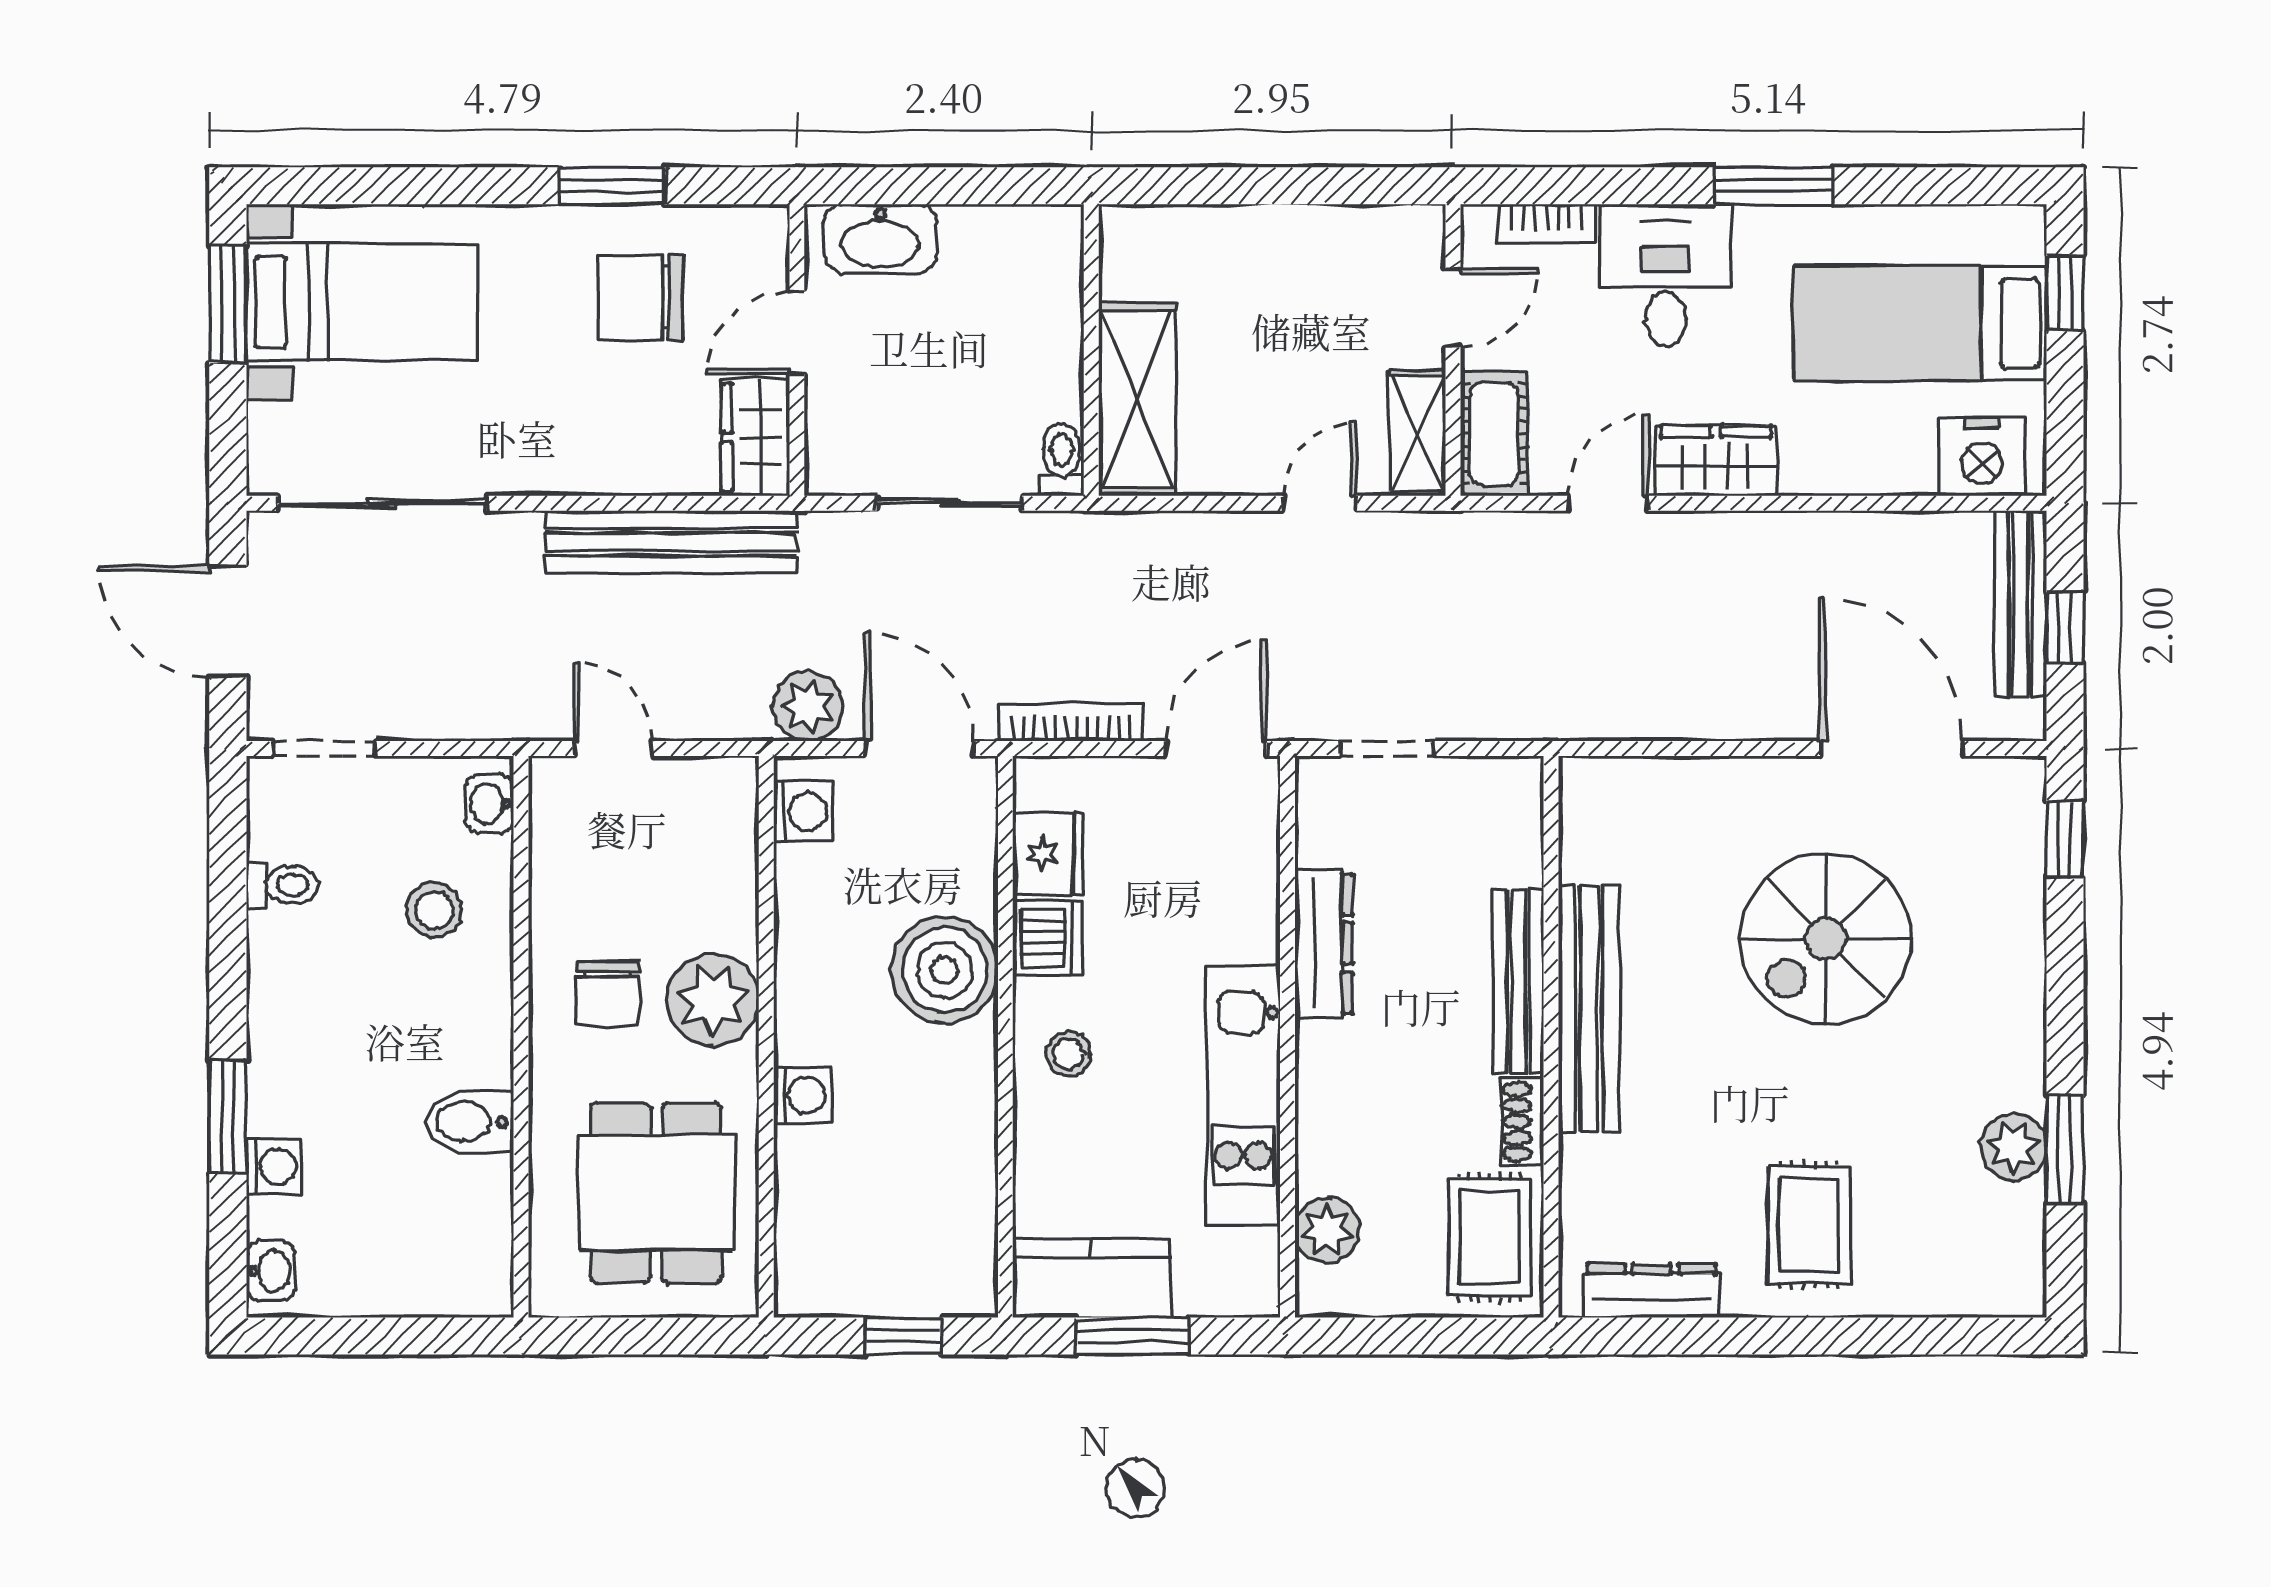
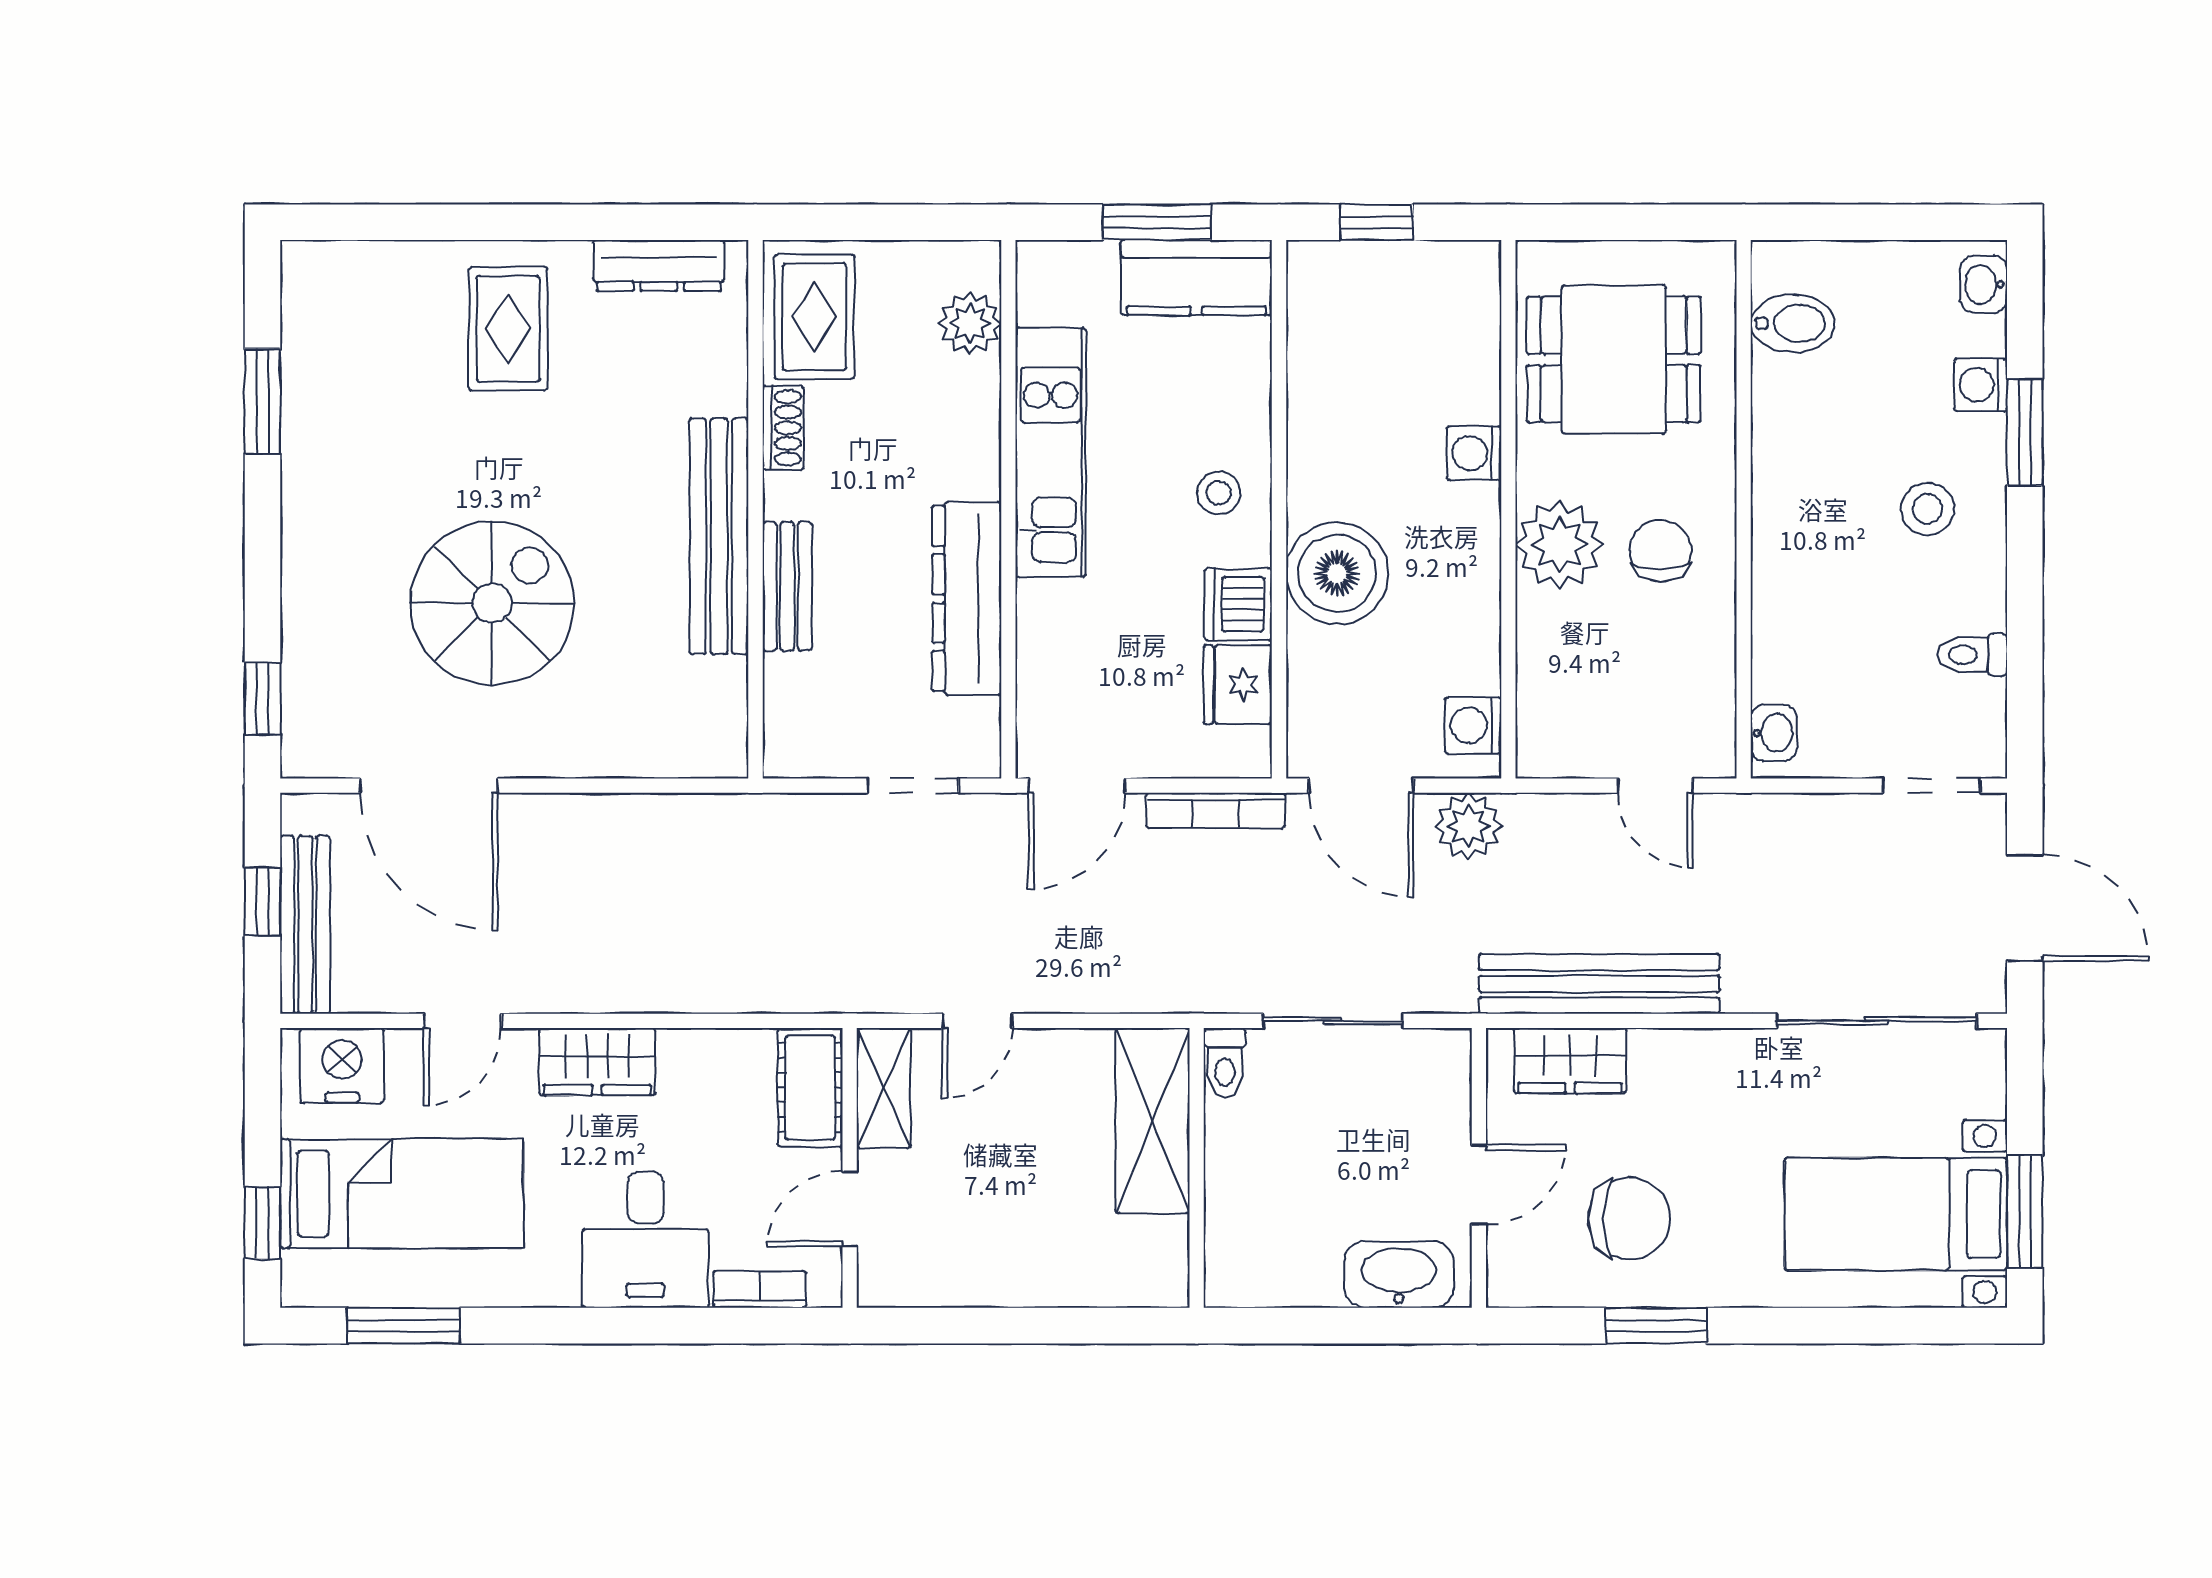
window: (1774, 186) -> (404, 1326), moved
wardrobe: (756, 437) -> (1570, 1061), moved, turned 90
door: (1608, 503) -> (463, 1021), moved
stool: (434, 910) -> (1927, 509), moved
dresser: (1324, 944) -> (967, 599), width x1.37, depth x1.24
bench: (1518, 981) -> (787, 586), width x0.73
bidet: (470, 1122) -> (1793, 323), moved
plant: (2013, 1147) -> (312, 403), removed
dining table: (656, 1193) -> (1614, 359), turned 90

